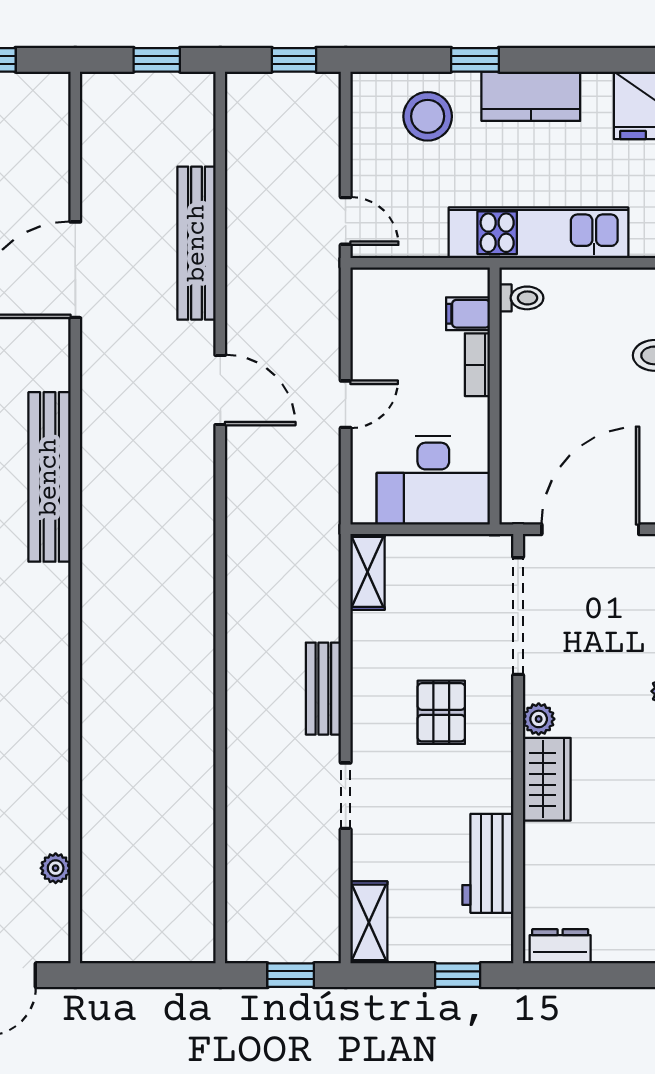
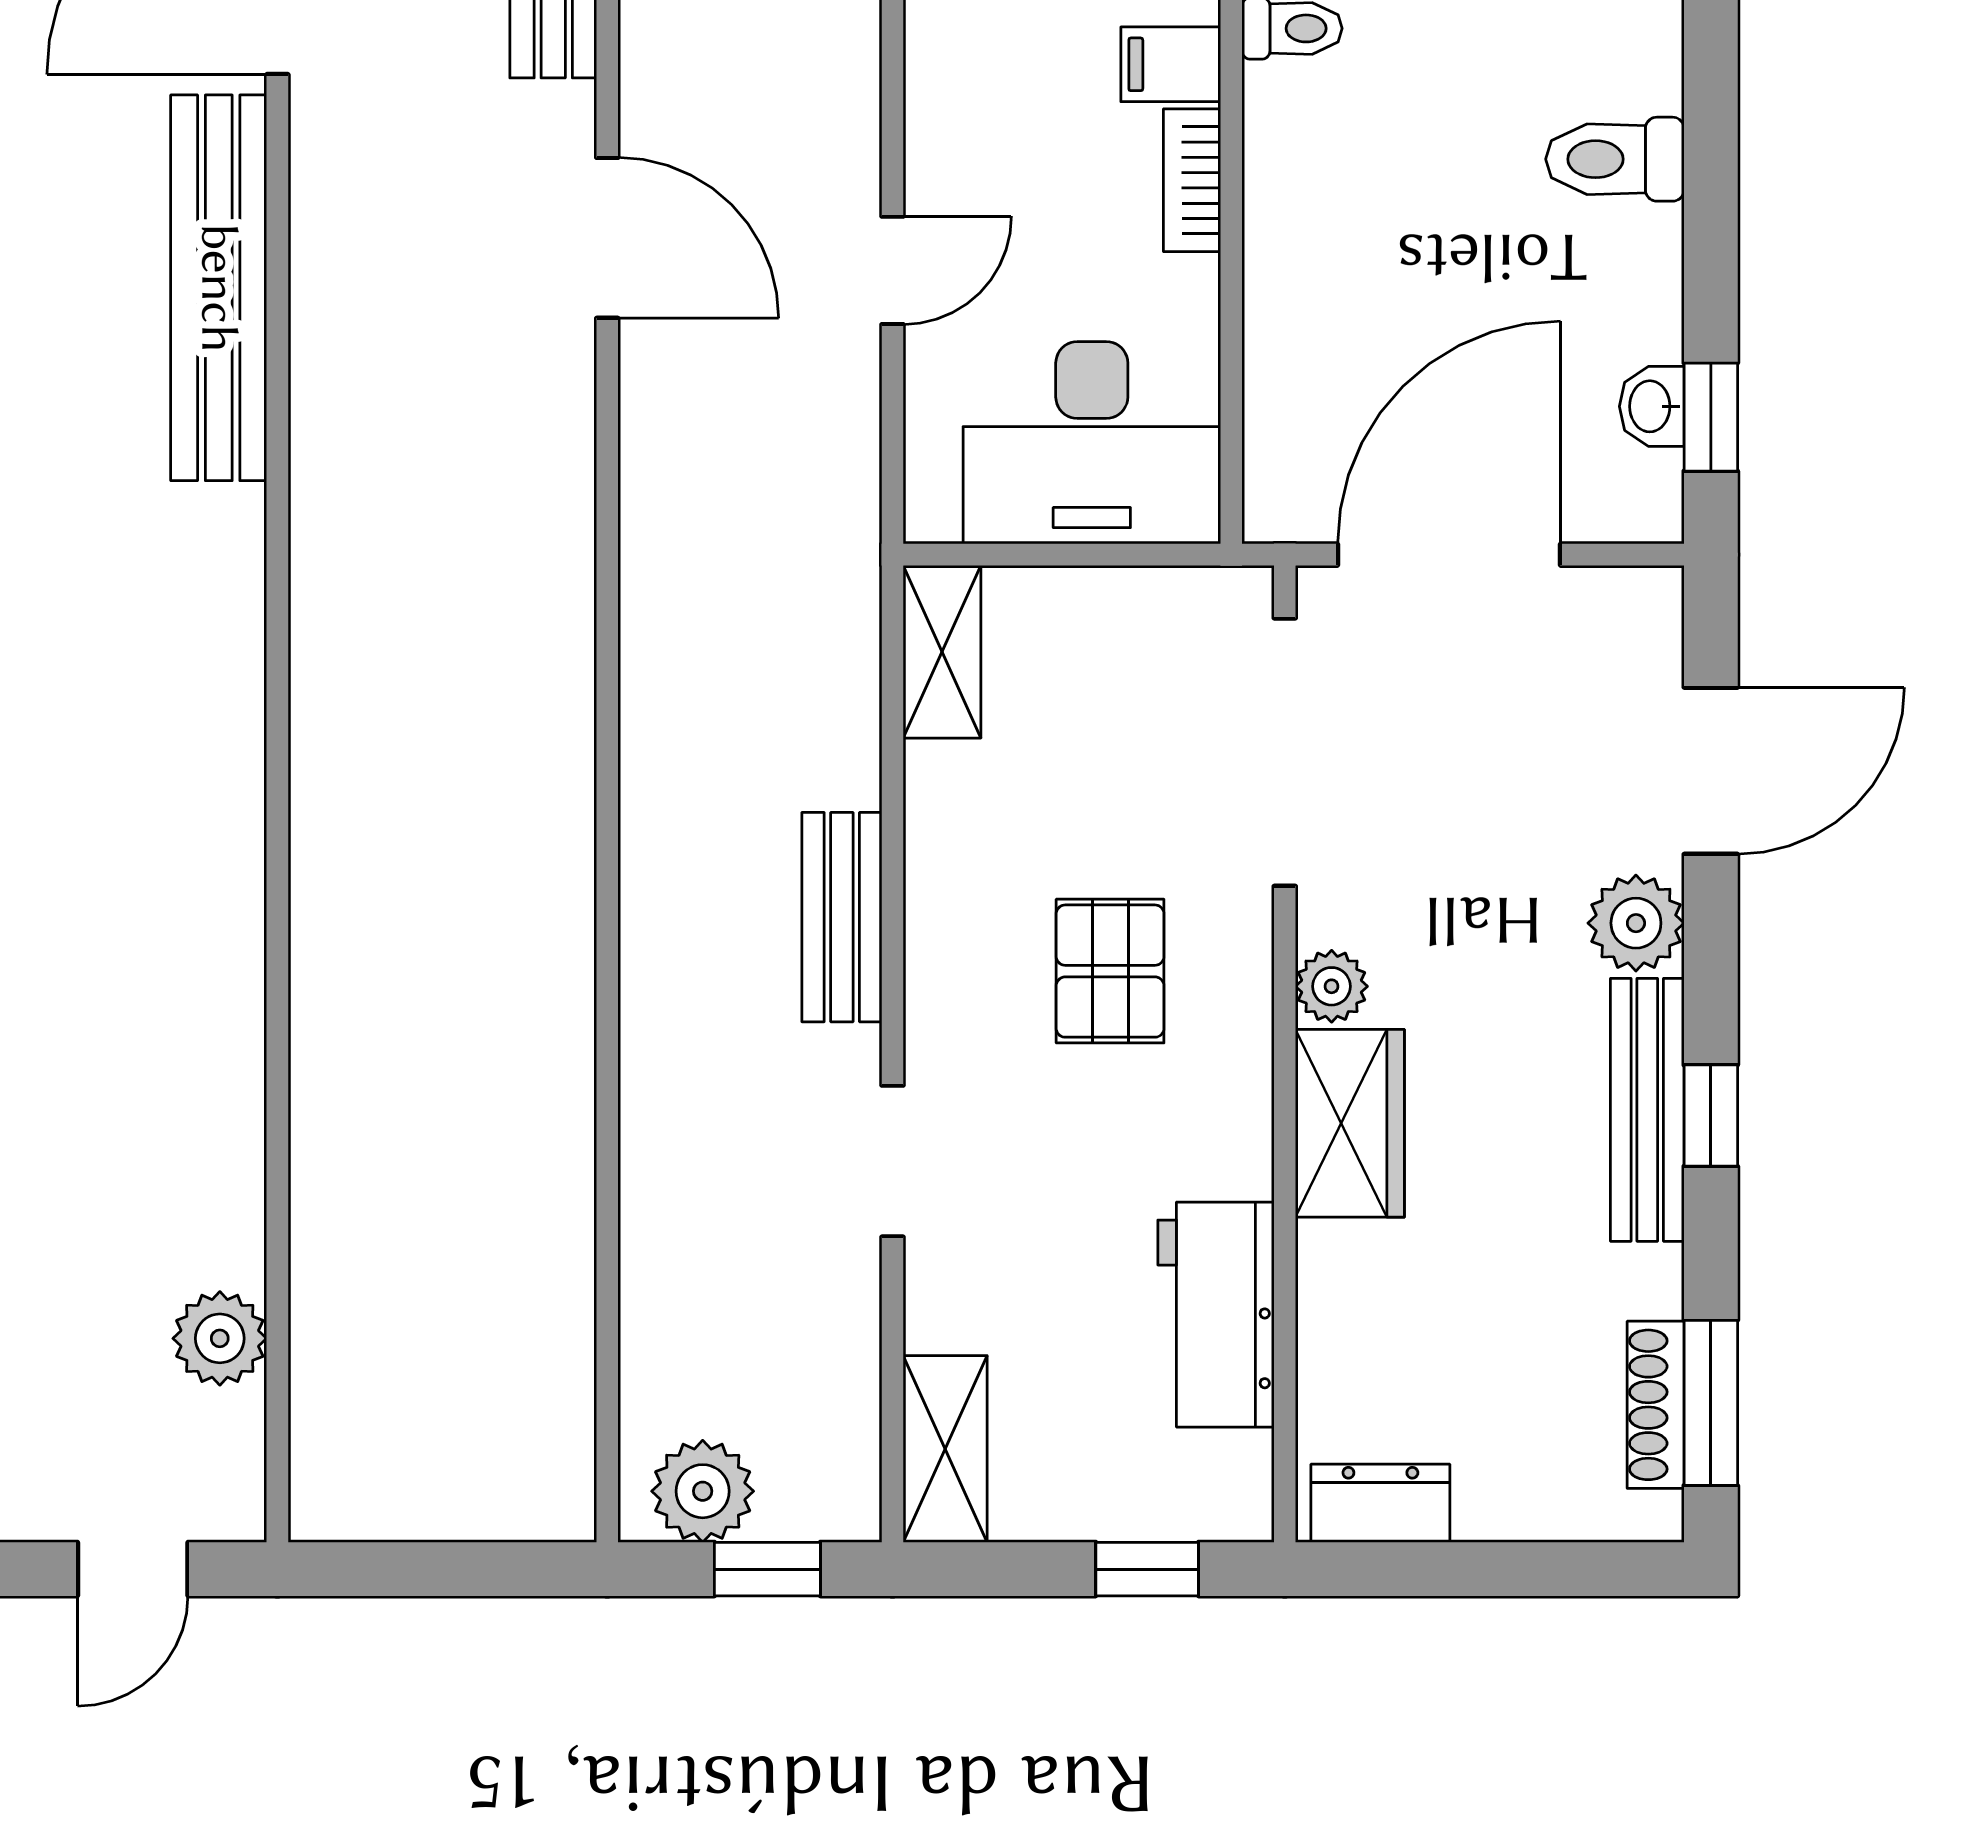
bench: (49, 477) -> (219, 288), moved
plant: (56, 868) -> (220, 1338), width x1.38, depth x1.38
plant: (262, 941) -> (703, 1491), added

